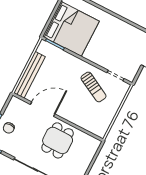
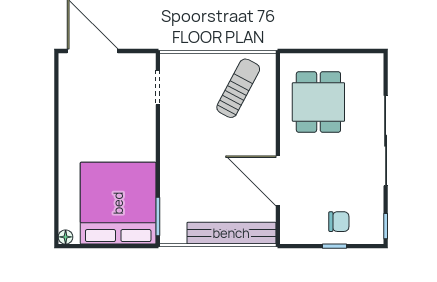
sun lounger: (93, 87) -> (238, 88), moved
dining table: (58, 140) -> (318, 102), moved, turned 90

